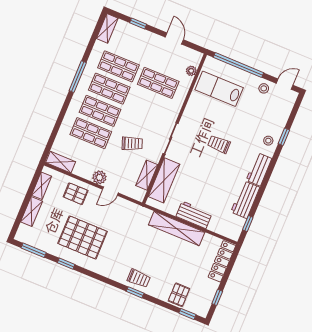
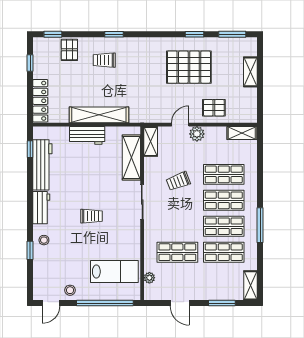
window: (138, 23) -> (222, 303), width x1.50
shelving: (147, 175) -> (151, 141), moved
shelving: (42, 186) -> (251, 102), removed
workbench: (245, 200) -> (42, 165), width x1.38
trolley: (139, 278) -> (104, 60), moved

